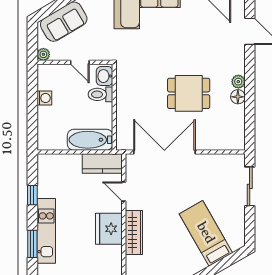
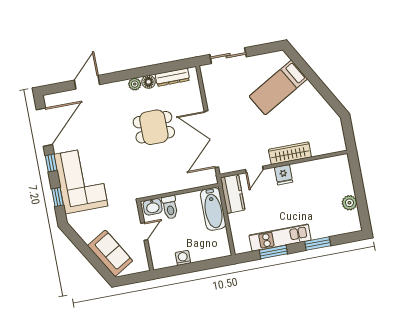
plant: (43, 54) -> (143, 266), removed
dining table: (189, 93) -> (154, 127), turned 90
dresser: (238, 123) -> (172, 77), added
window: (32, 195) -> (273, 252), width x1.50
fridge: (109, 229) -> (284, 175), width x0.53, depth x0.75
kitchen unit: (46, 231) -> (280, 238), moved

